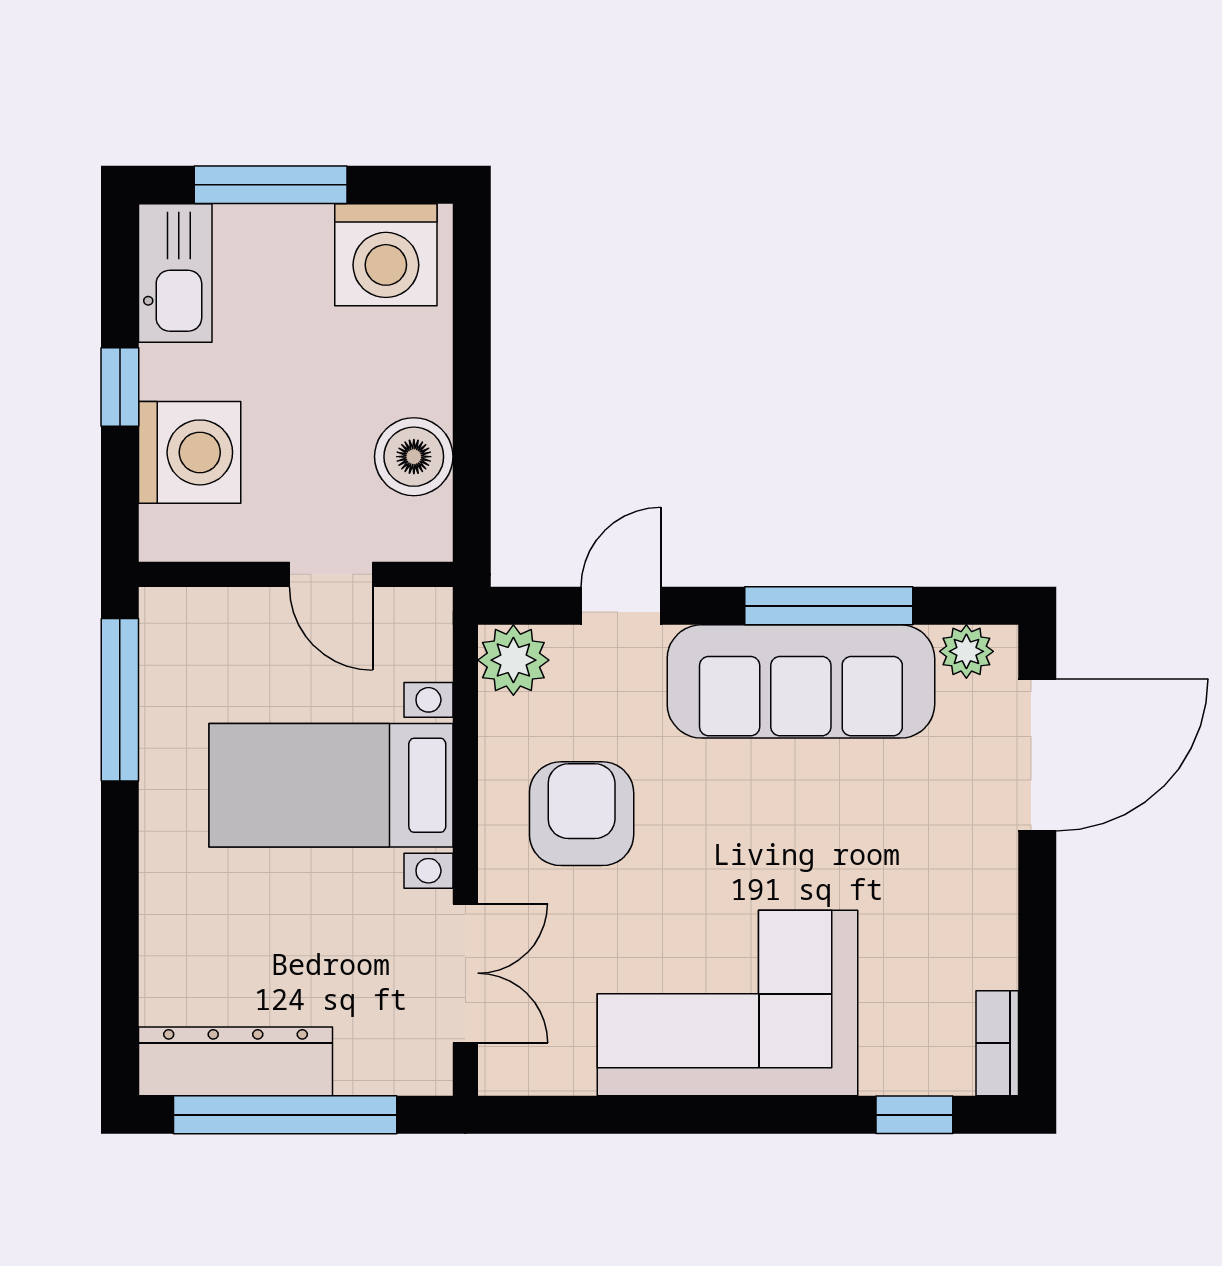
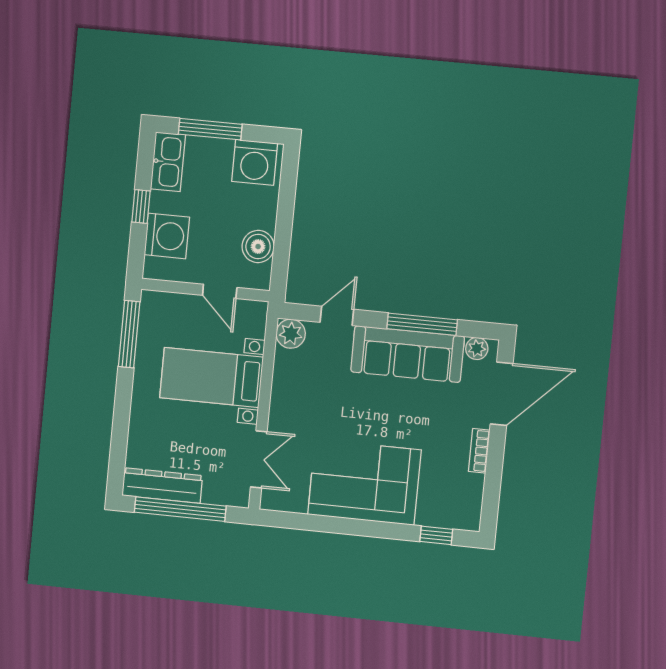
armchair: (582, 814) -> (312, 399), removed
bookcase: (997, 1043) -> (479, 451), moved

